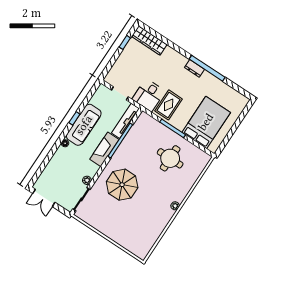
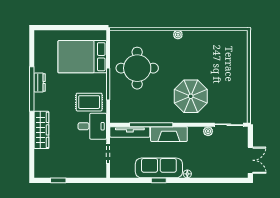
wardrobe: (149, 40) -> (41, 130), moved
dresser: (194, 68) -> (40, 83), moved
round table: (170, 158) -> (137, 68), width x1.36, depth x1.36

